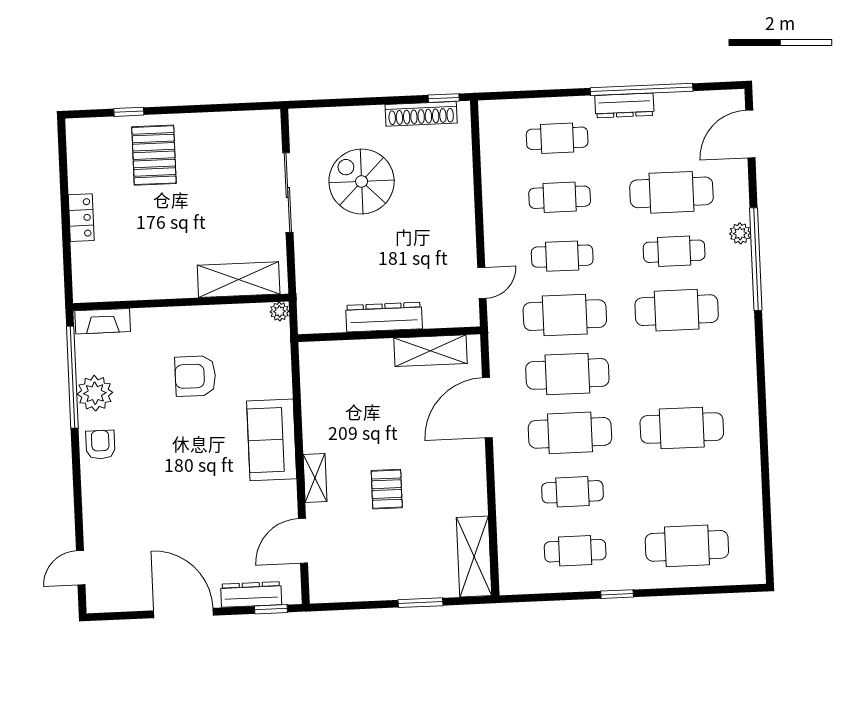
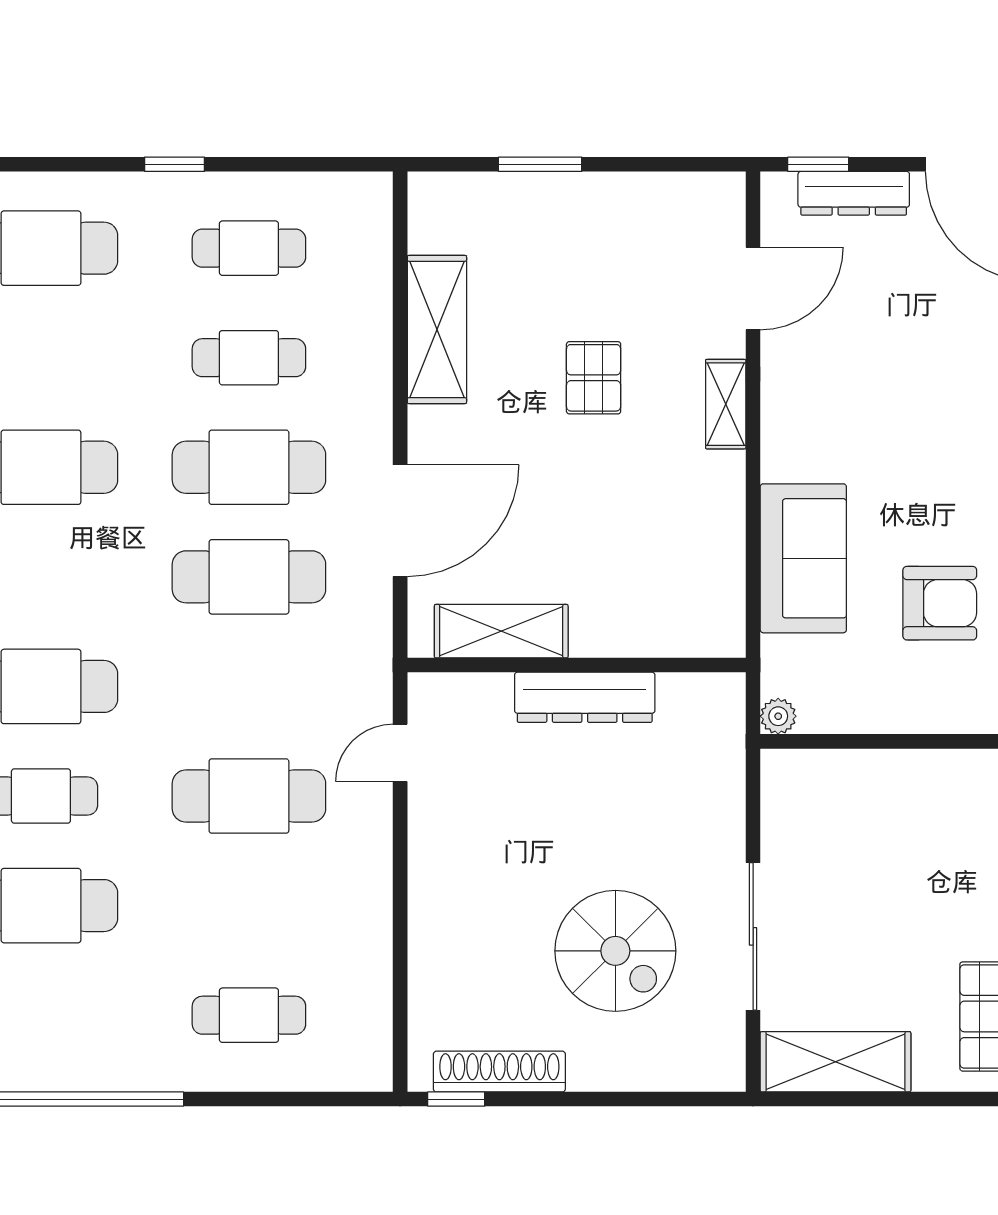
dresser: (624, 105) -> (121, 1071), removed
cafe table: (560, 197) -> (249, 906), removed
cafe table: (562, 256) -> (249, 796), width x1.37, depth x1.35
shelving: (239, 280) -> (836, 1062), moved
cafe table: (565, 315) -> (249, 686), removed
sofa: (272, 440) -> (803, 558), moved
shelving: (474, 557) -> (437, 329), moved

